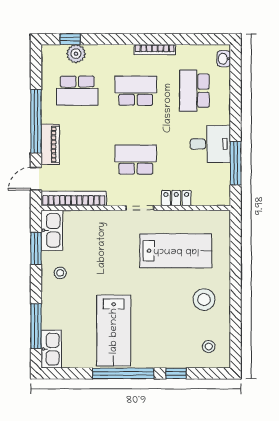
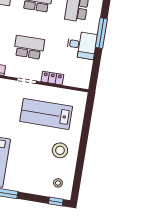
window: (236, 163) -> (101, 33), moved
lab bench: (176, 251) -> (46, 114), turned 180
window: (176, 373) -> (56, 201), moved

